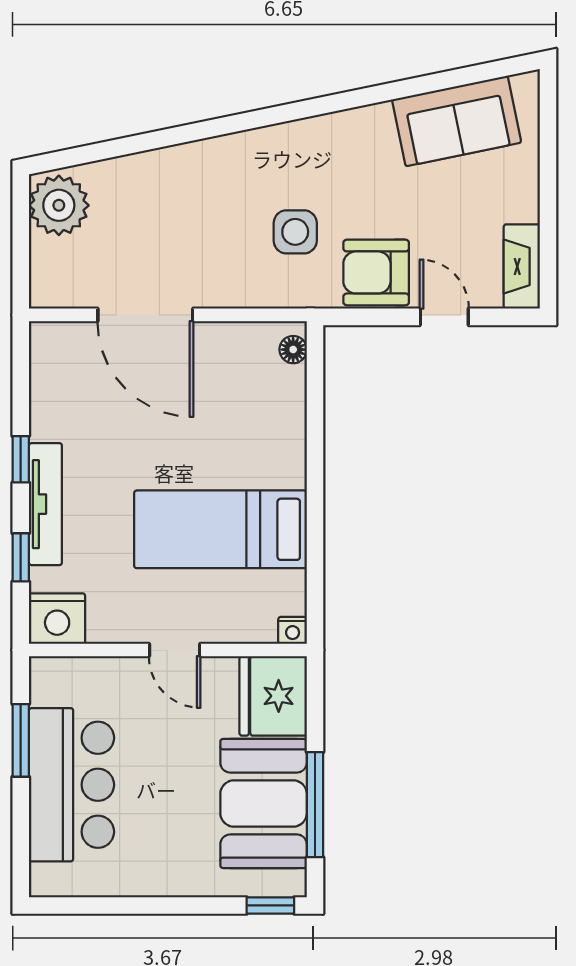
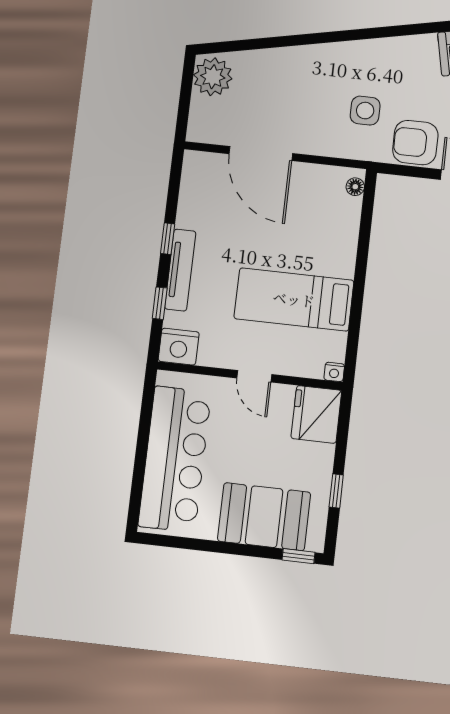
window: (21, 740) -> (145, 425), removed
bar counter: (71, 785) -> (175, 459), width x1.36
booth: (264, 804) -> (264, 517), moved, turned 90
window: (315, 805) -> (336, 491), width x0.46

